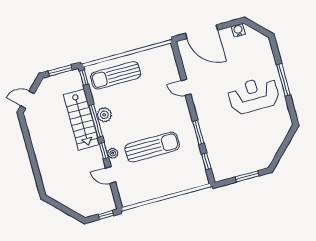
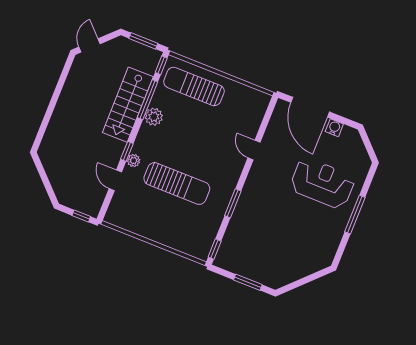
water cooler: (238, 30) -> (334, 128), moved
reception desk: (254, 95) -> (322, 183), moved
door: (27, 100) -> (90, 45), hinge flipped
window: (96, 121) -> (147, 100), moved
window: (206, 161) -> (215, 249), moved

